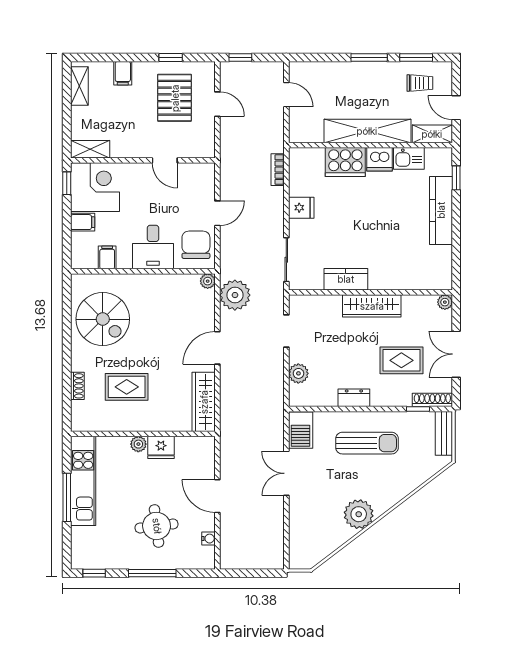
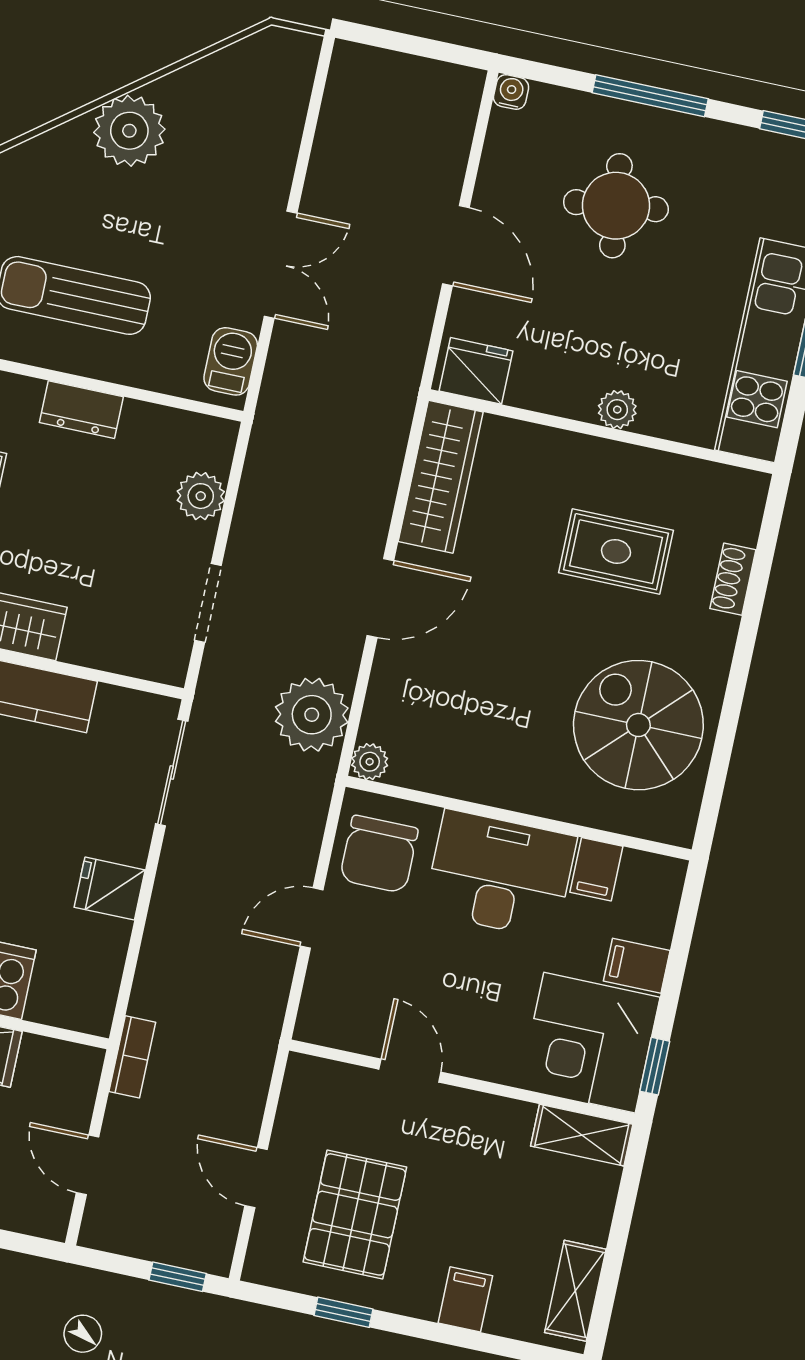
bookcase: (278, 170) -> (132, 1057), moved
desk: (153, 247) -> (500, 875), width x1.37
barbecue: (301, 430) -> (231, 361), width x0.73, depth x0.79
fridge: (161, 447) -> (476, 371), moved
water cooler: (208, 539) -> (511, 92), moved, turned 90

